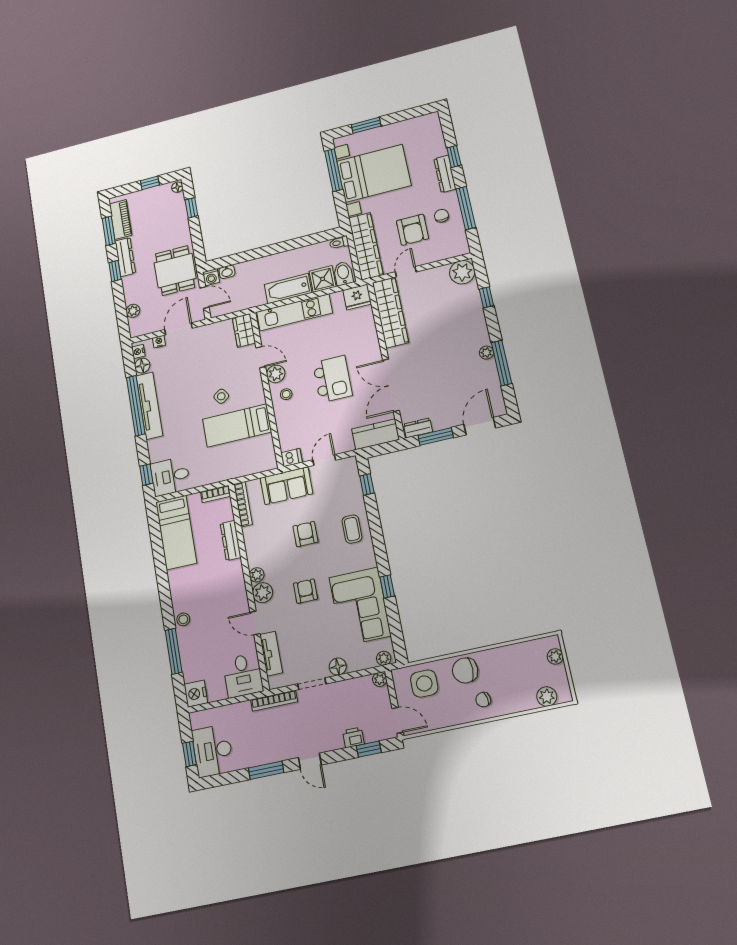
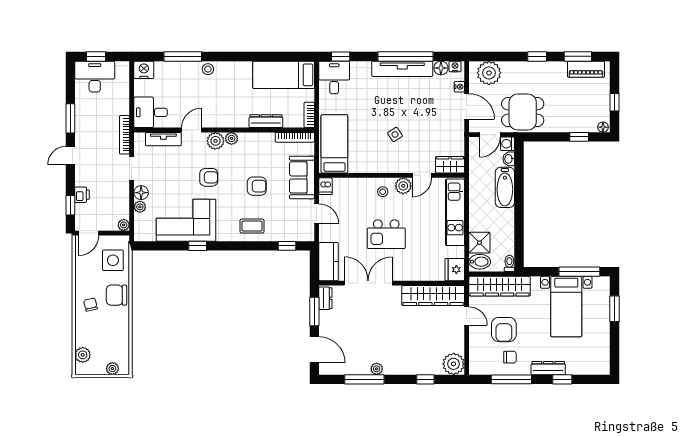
bed with nightstands: (374, 173) -> (566, 307), width x0.73
armchair: (412, 230) -> (504, 330), turned -90
dresser: (125, 257) -> (548, 68), removed
bathtub: (288, 289) -> (505, 187), moved, turned 180
plant: (133, 311) -> (489, 73), width x1.87, depth x1.87
bed: (237, 426) -> (334, 144), moved
plant: (384, 658) -> (140, 207), moved
chair: (465, 670) -> (116, 295), turned -90

